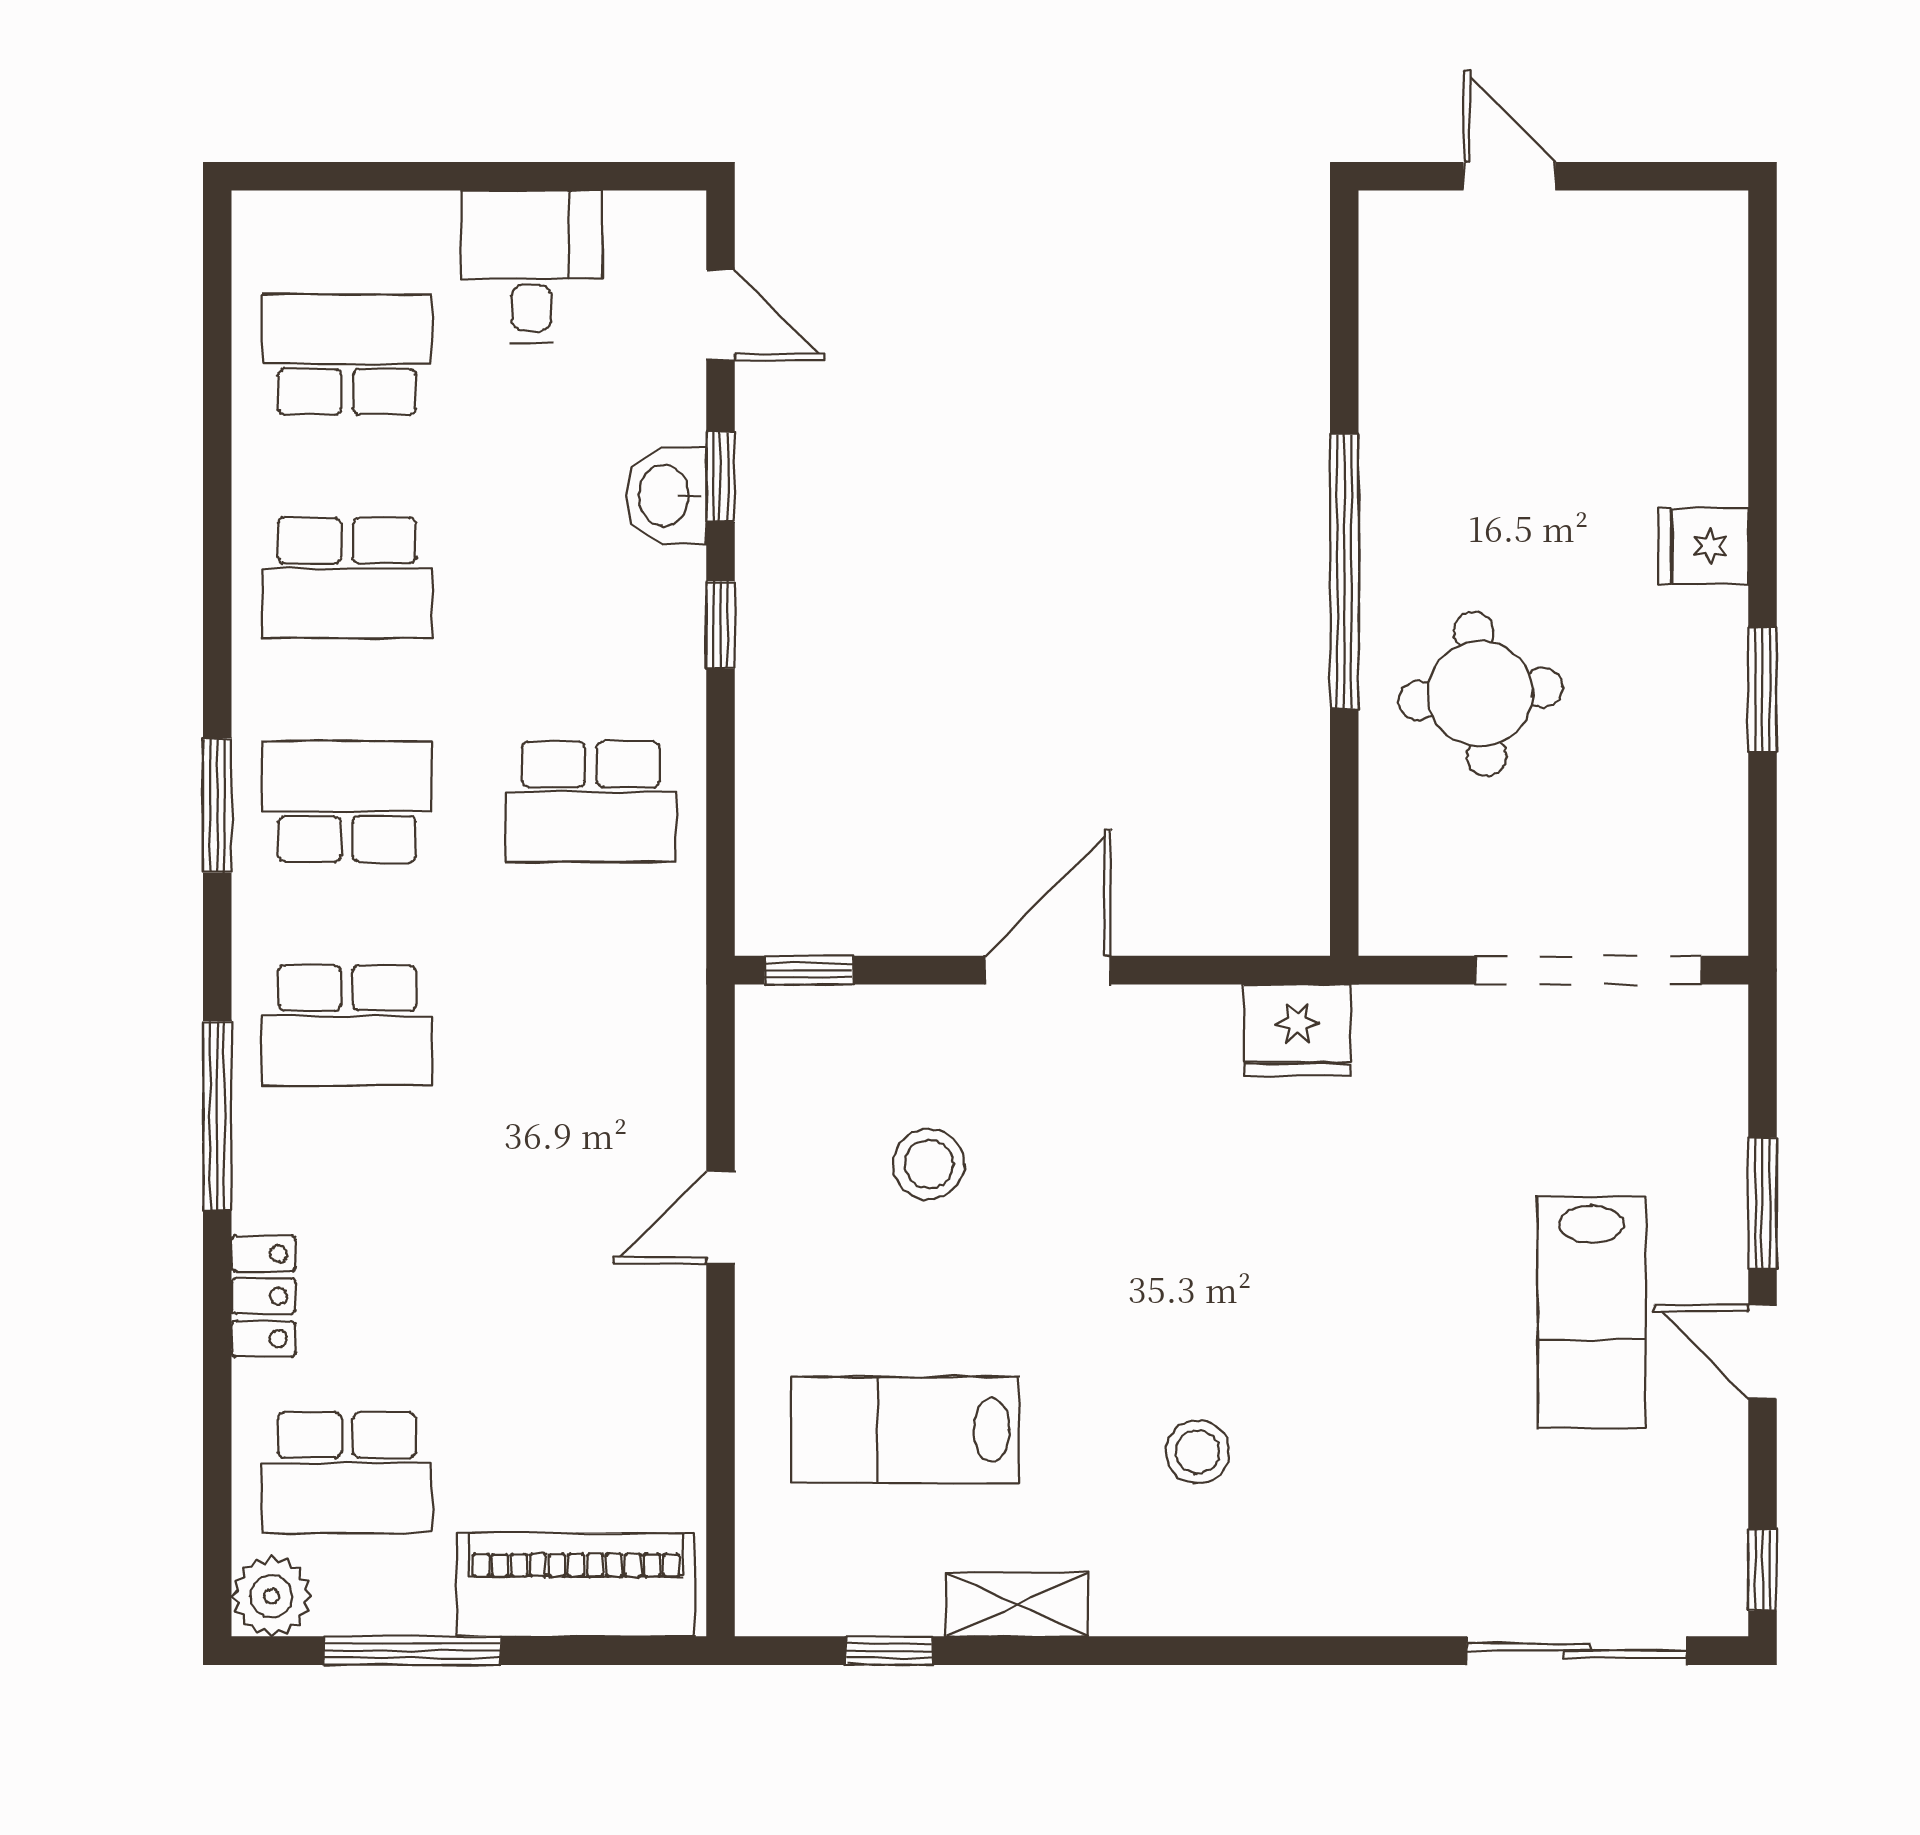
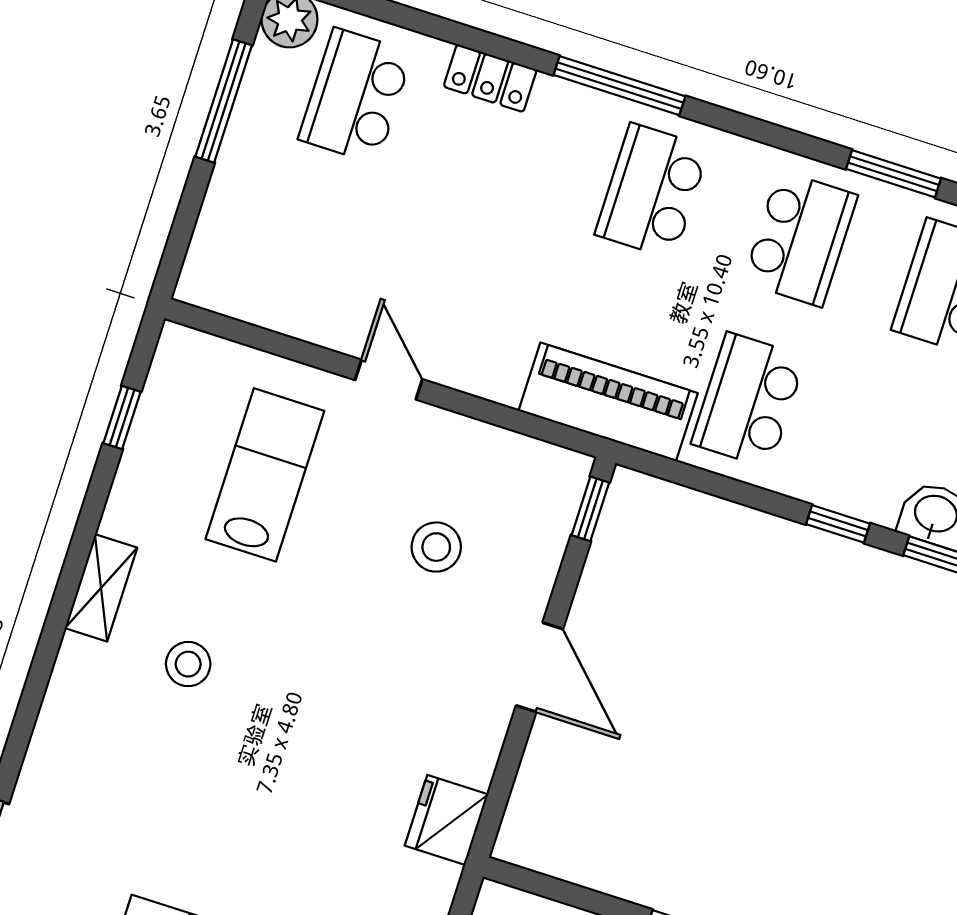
window: (217, 805) -> (894, 174), moved
door: (721, 1217) -> (389, 380), moved
piano: (576, 1585) -> (608, 402), moved, turned -90
shelving: (1017, 1604) -> (101, 588), moved

